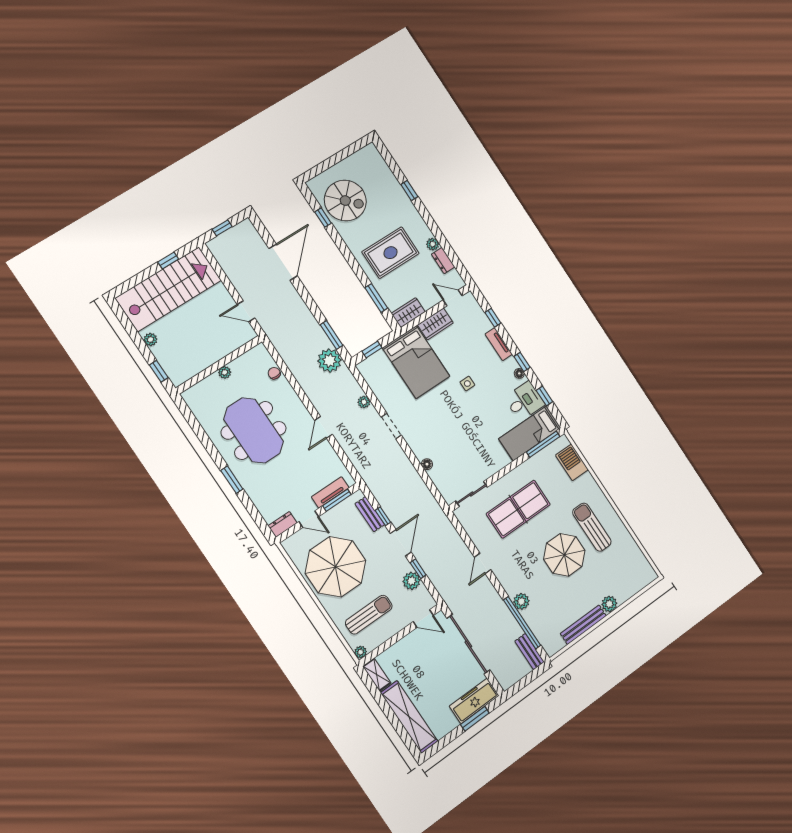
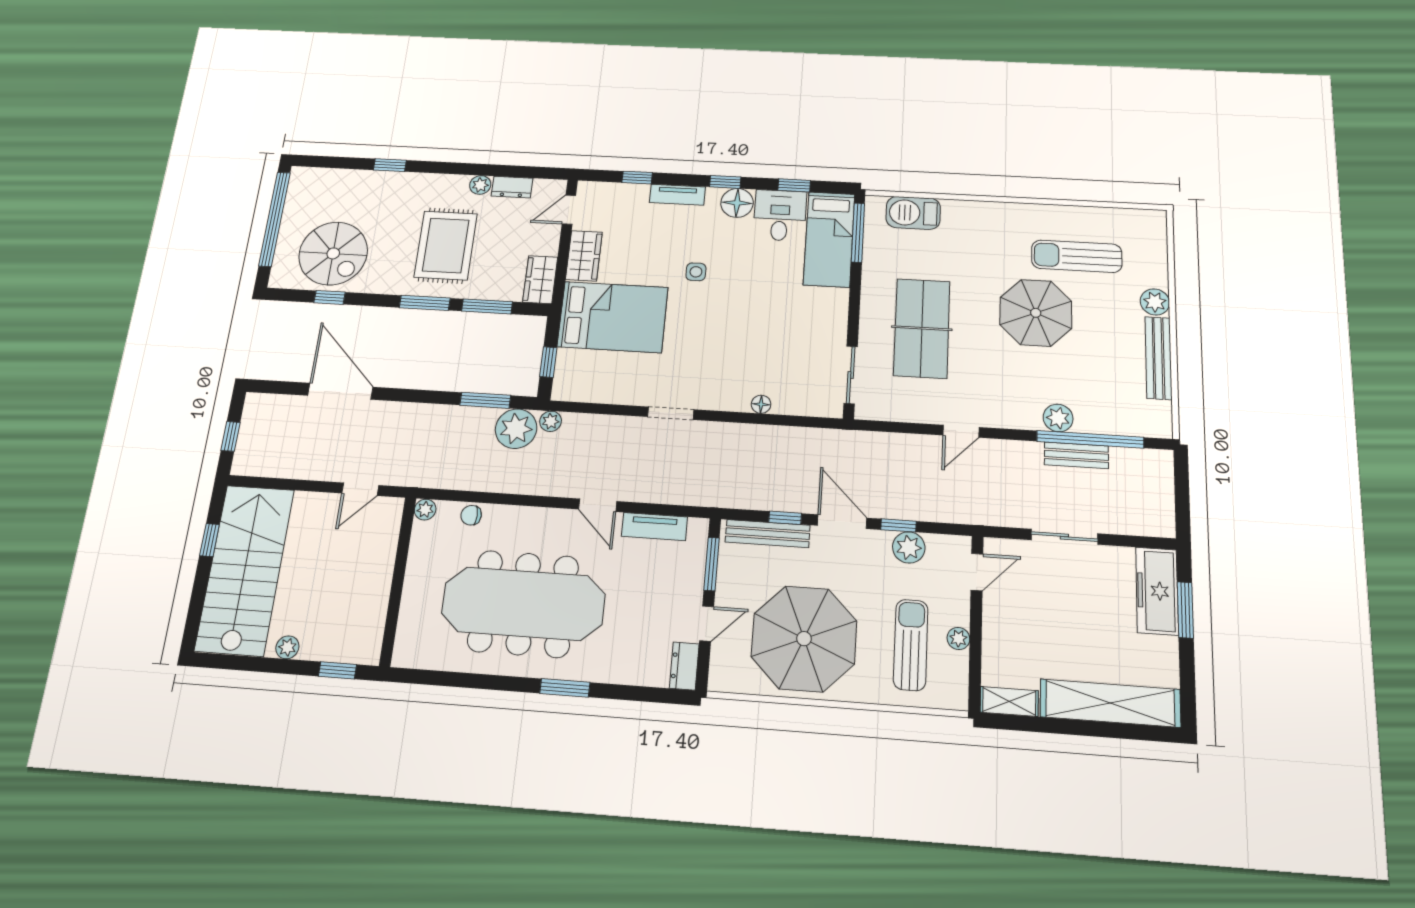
window: (340, 156) -> (275, 219), added
spiral stairs: (345, 201) -> (333, 253), turned 90
window: (355, 266) -> (425, 303), added
plant: (225, 372) -> (425, 510), moved
floor lamp: (519, 373) -> (737, 203), width x1.89, depth x1.89
plant: (364, 402) -> (551, 421), moved
meeting table: (254, 430) -> (523, 604), width x1.36
tv unit: (330, 492) -> (655, 527), moved, turned -90
bench: (370, 514) -> (768, 534), width x1.36
sun lounger: (592, 527) -> (1077, 256), moved
door: (483, 563) -> (961, 431), hinge flipped
sliding door: (468, 644) -> (1064, 537), width x0.54
plant: (361, 652) -> (958, 638), moved
bench: (530, 652) -> (1076, 455), moved

